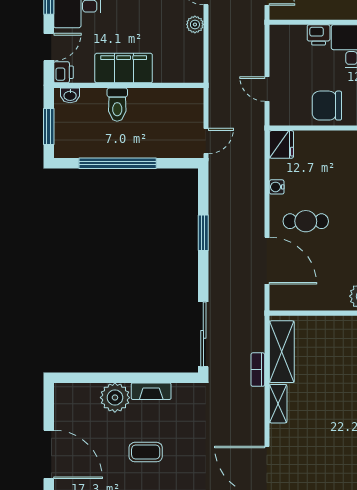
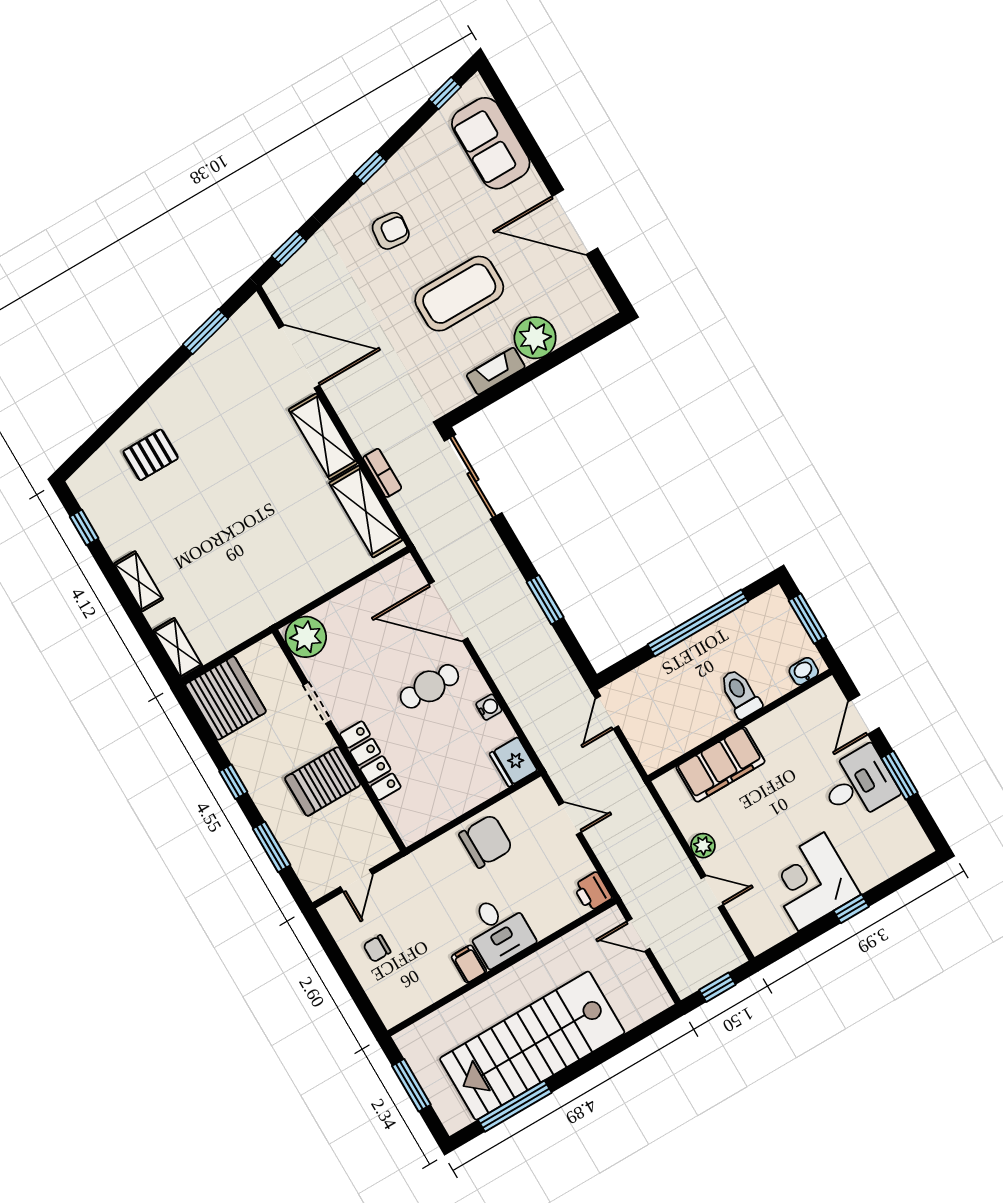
printer: (319, 35) -> (592, 892), moved, turned -90
filing cabinet: (124, 68) -> (721, 765), moved
printer: (63, 72) -> (828, 695), removed
shelving: (278, 404) -> (323, 436), width x1.50, depth x1.33
coffee table: (146, 452) -> (459, 294), width x1.86, depth x1.72

